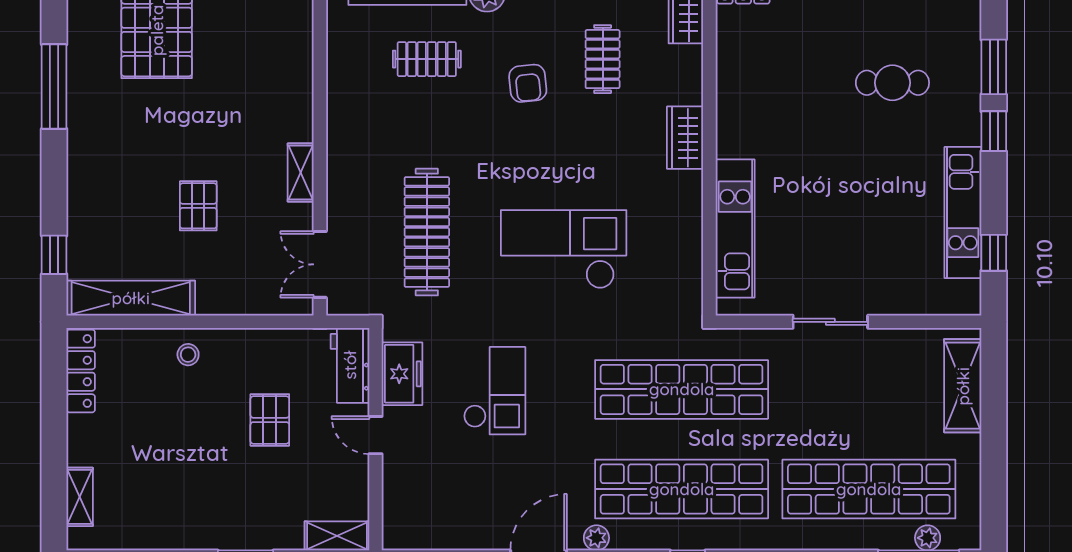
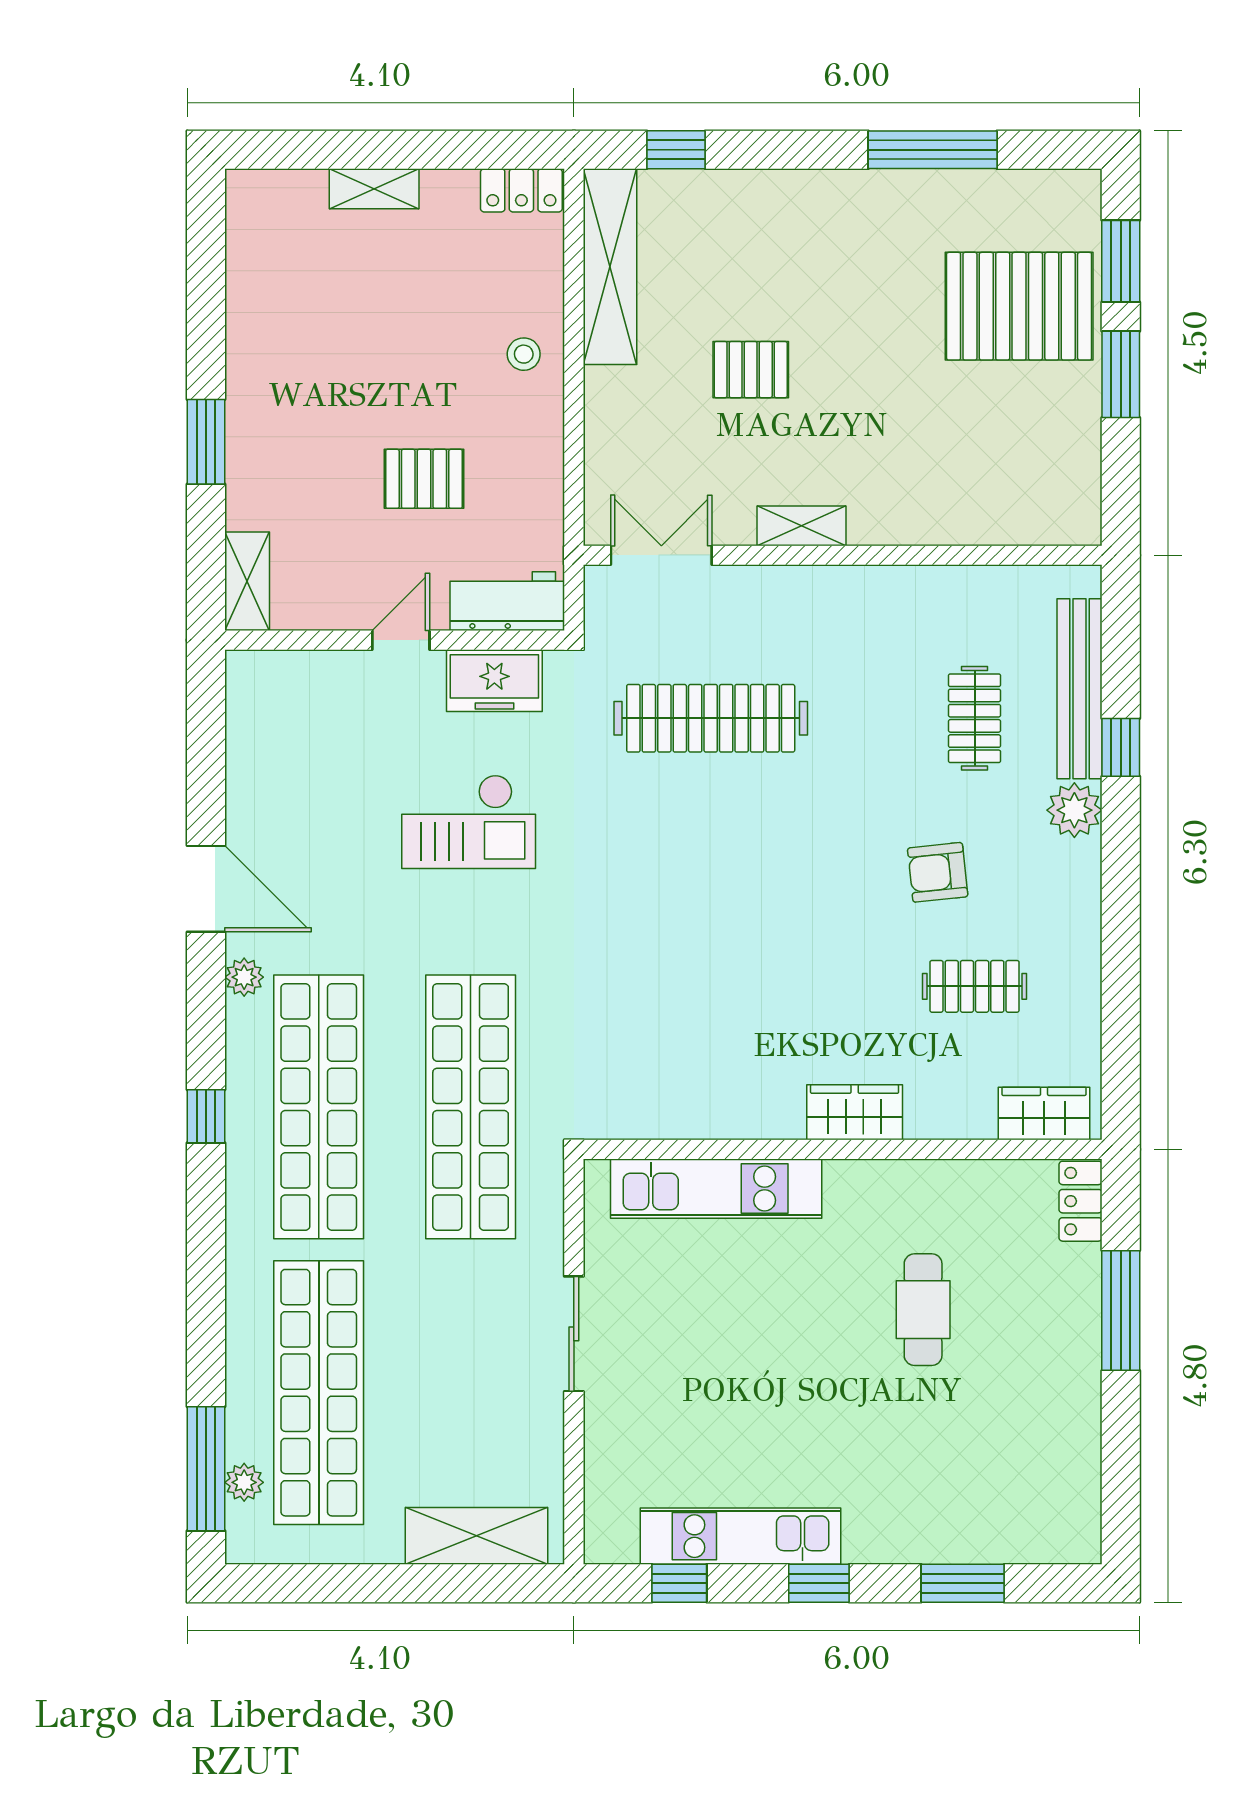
cafe table: (892, 83) -> (923, 1310), moved
window: (994, 131) -> (819, 1583), moved
checkout: (564, 249) -> (684, 927), removed
locker: (81, 371) -> (521, 190), width x0.66
shelving: (80, 497) -> (374, 189), moved

